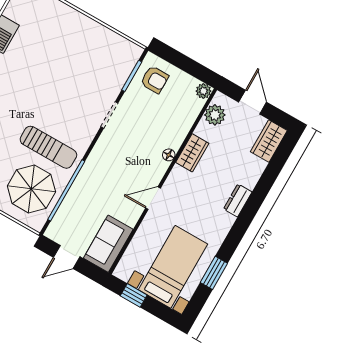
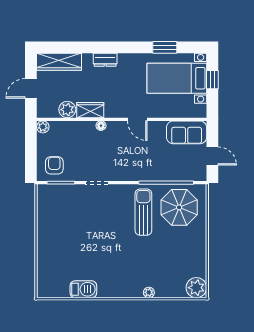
plant: (215, 115) -> (67, 110), moved
wardrobe: (269, 141) -> (59, 62), width x1.50
window: (134, 295) -> (212, 80), moved

